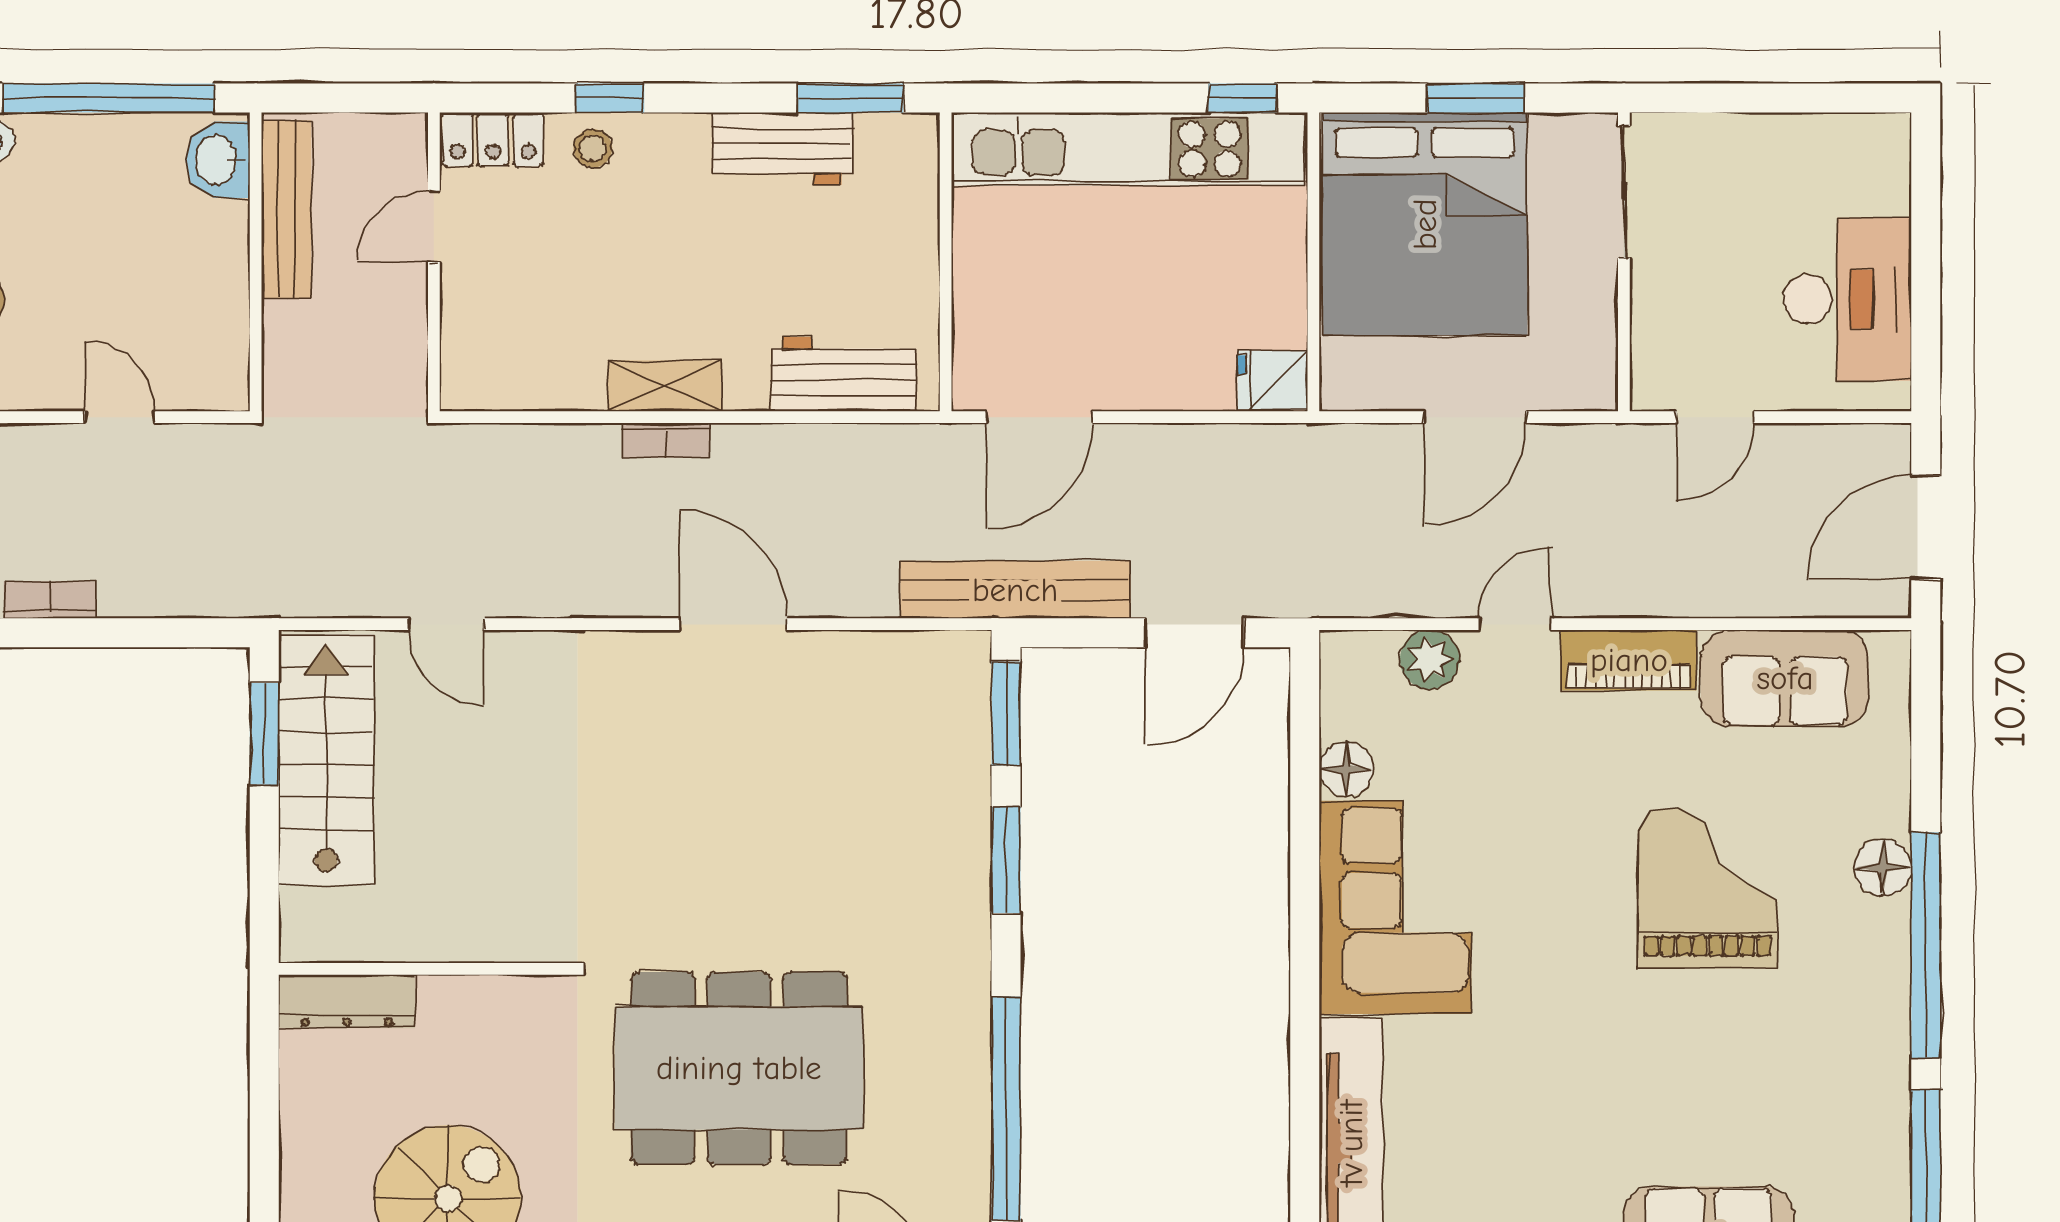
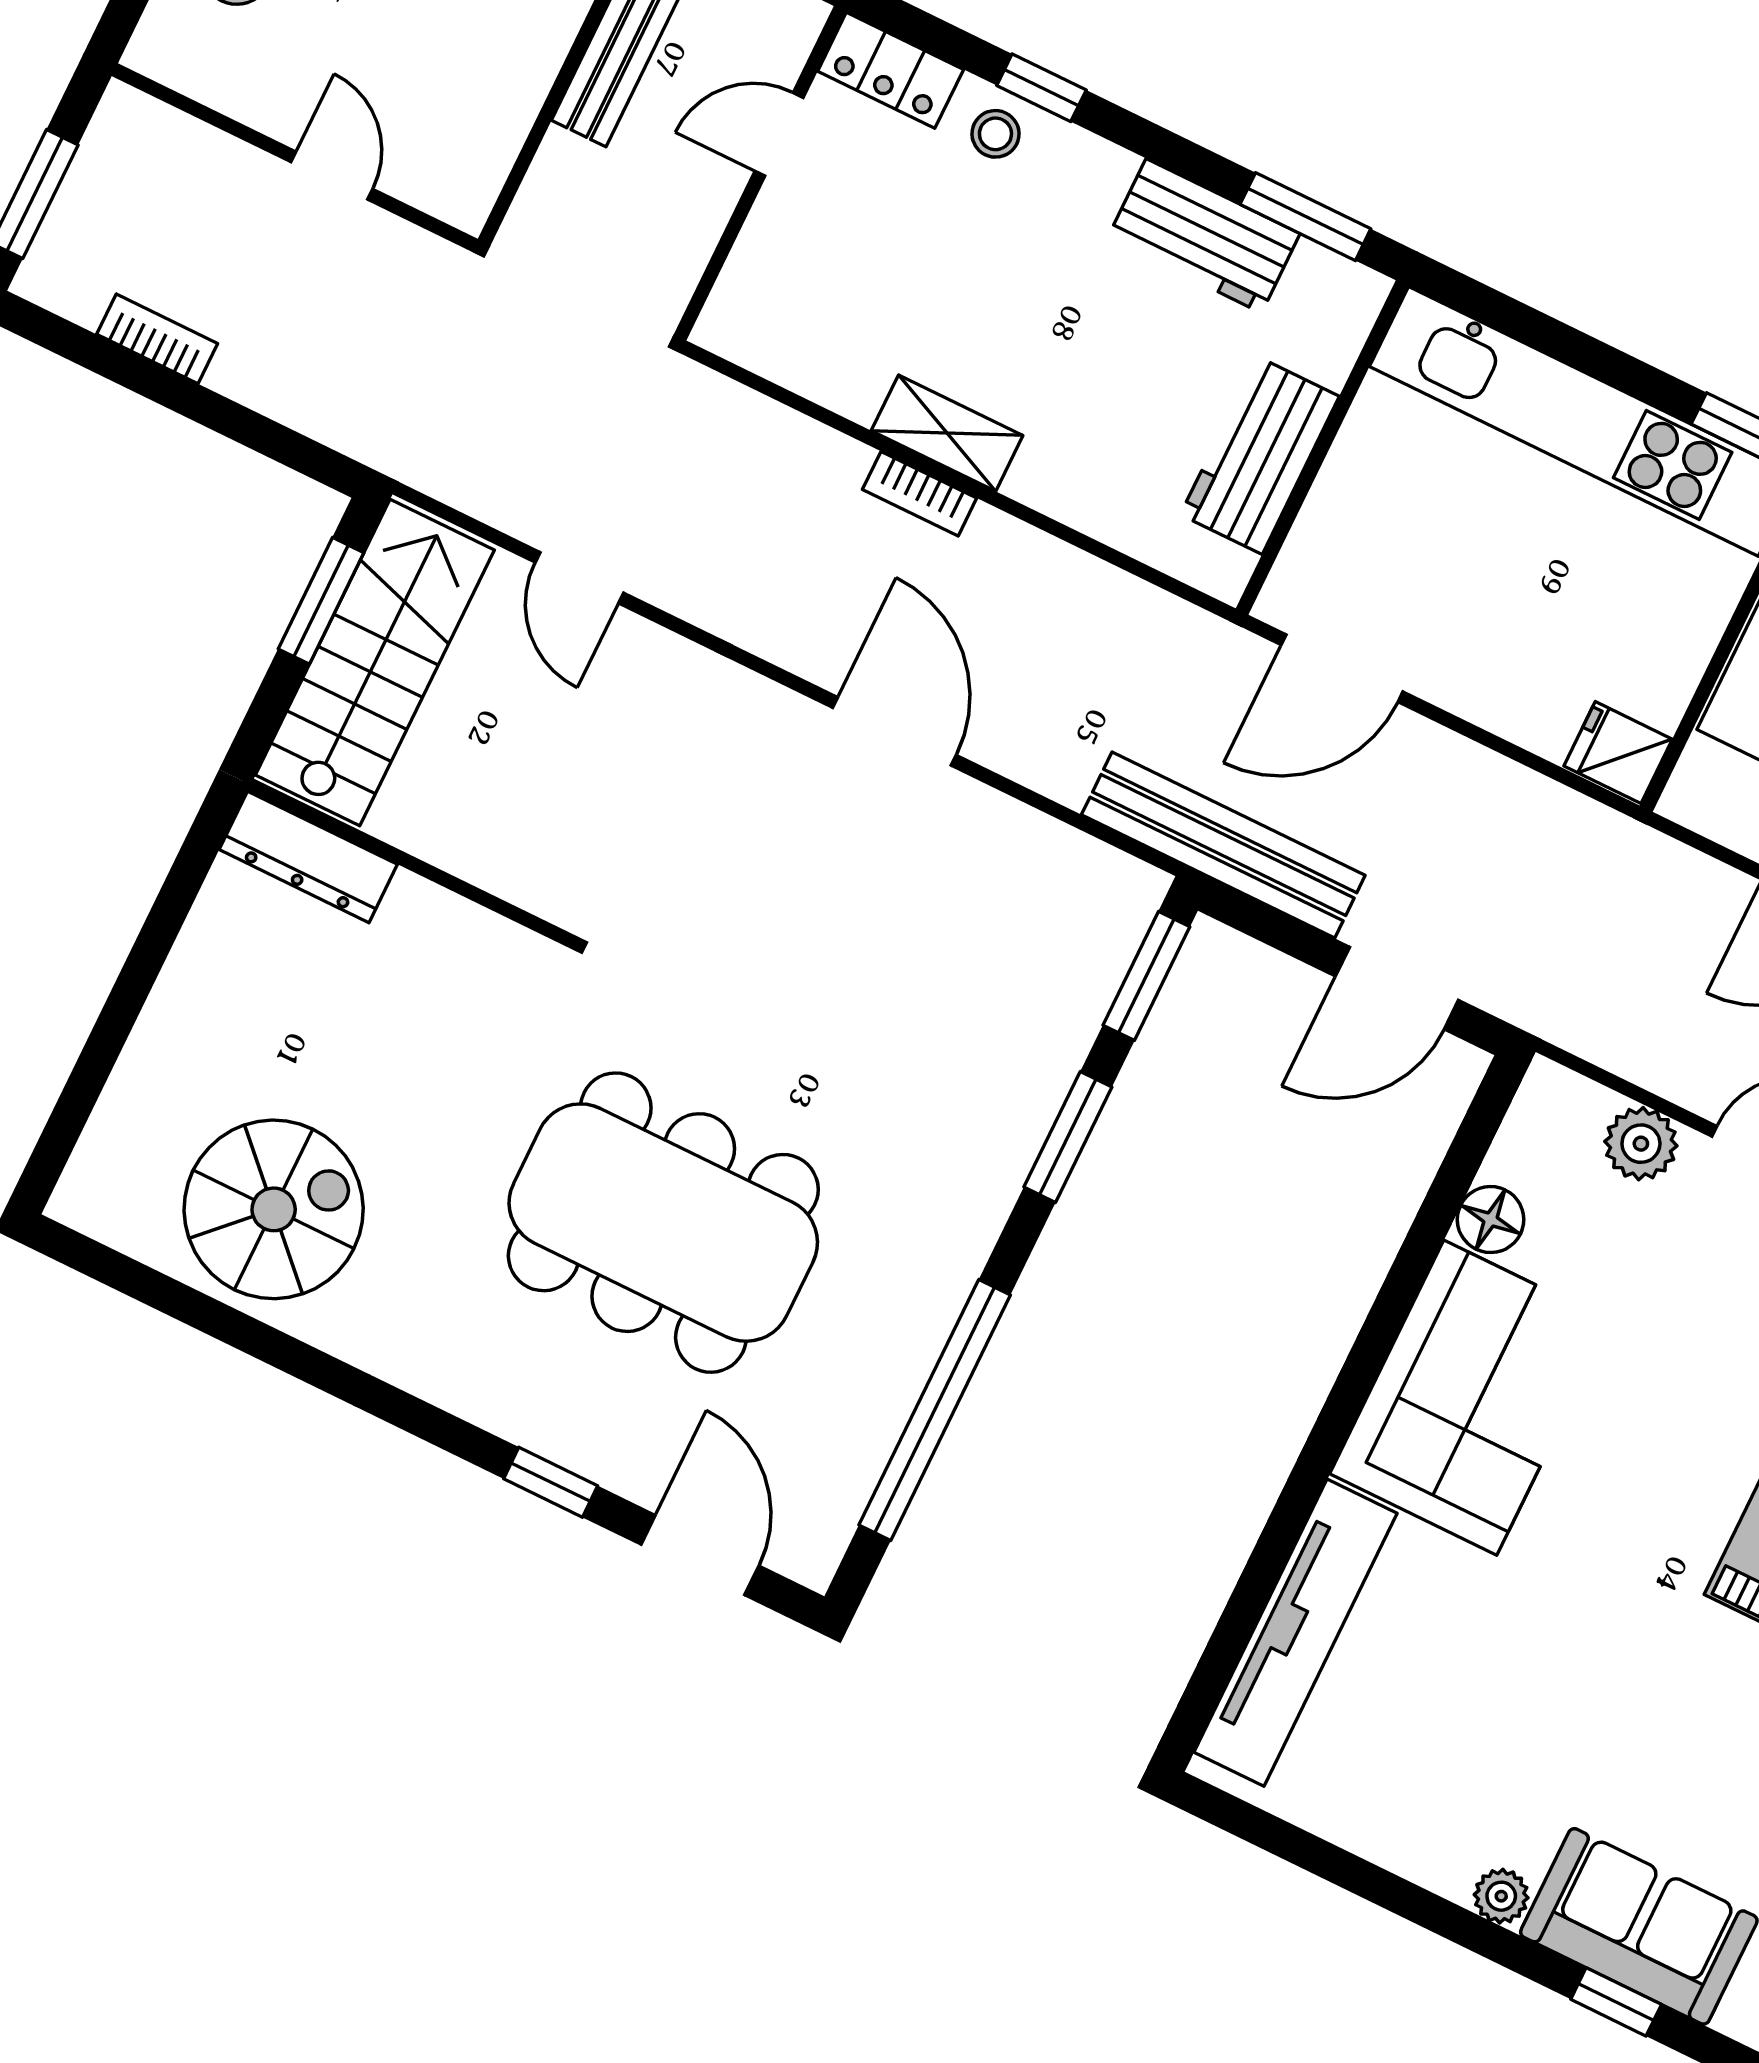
workbench: (844, 374) -> (1260, 455), moved, turned -90
wall: (425, 969) -> (412, 863), moved
dresser: (347, 1001) -> (308, 857), moved

